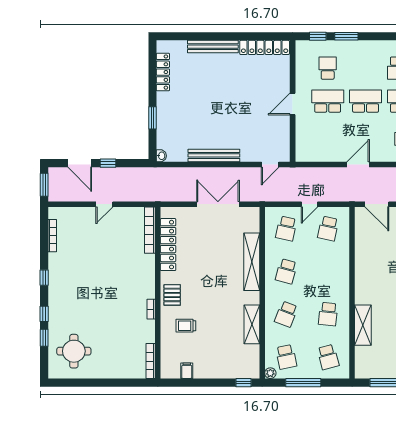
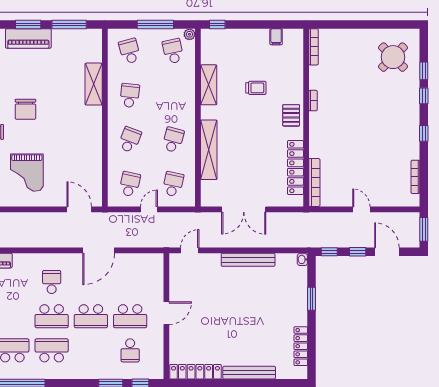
window: (135, 163) -> (329, 252), added
door: (358, 165) -> (99, 250), width x1.36
door: (104, 204) -> (361, 209), hinge flipped
school desk: (286, 314) -> (130, 140), moved
trolley: (186, 326) -> (256, 88), moved
round table: (74, 351) -> (393, 57), turned 45

